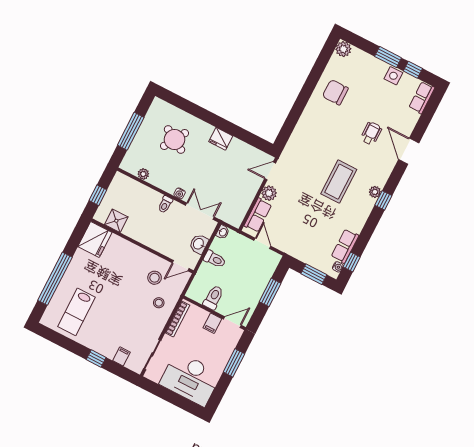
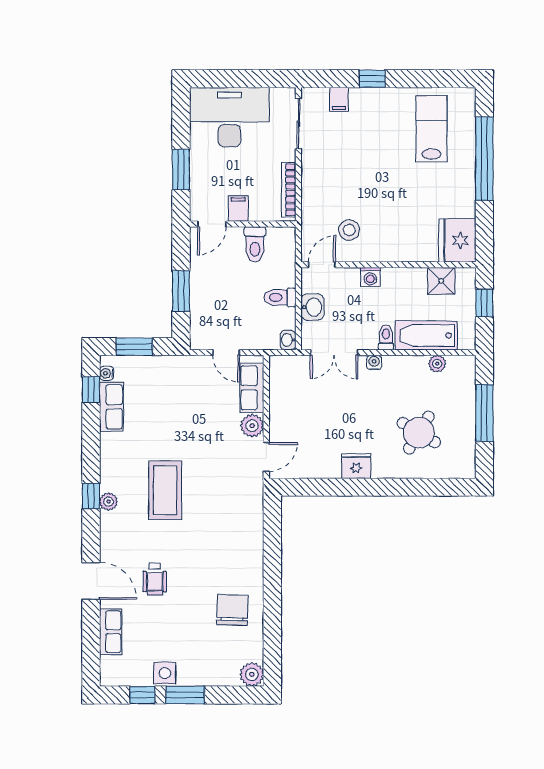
chair: (335, 92) -> (232, 610), turned -88
row of seats: (422, 98) -> (111, 632), moved
bathtub: (141, 194) -> (426, 335), added
washing machine: (156, 244) -> (370, 277), added
stool: (159, 303) -> (326, 199), removed

